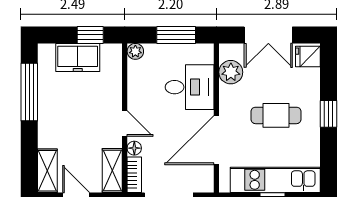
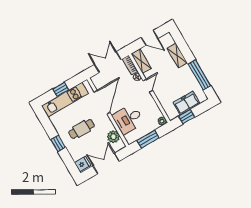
door: (125, 123) -> (148, 86), swing flipped
shelving: (47, 171) -> (177, 55), moved

